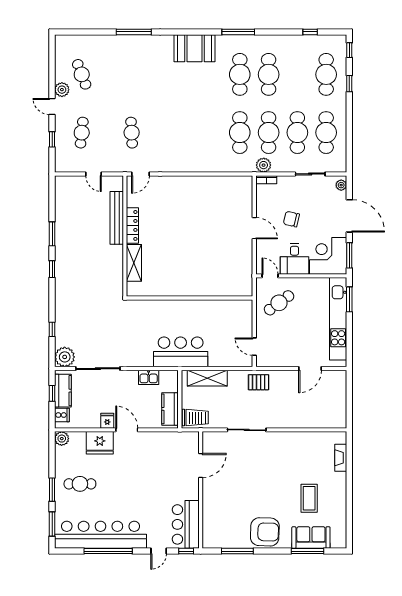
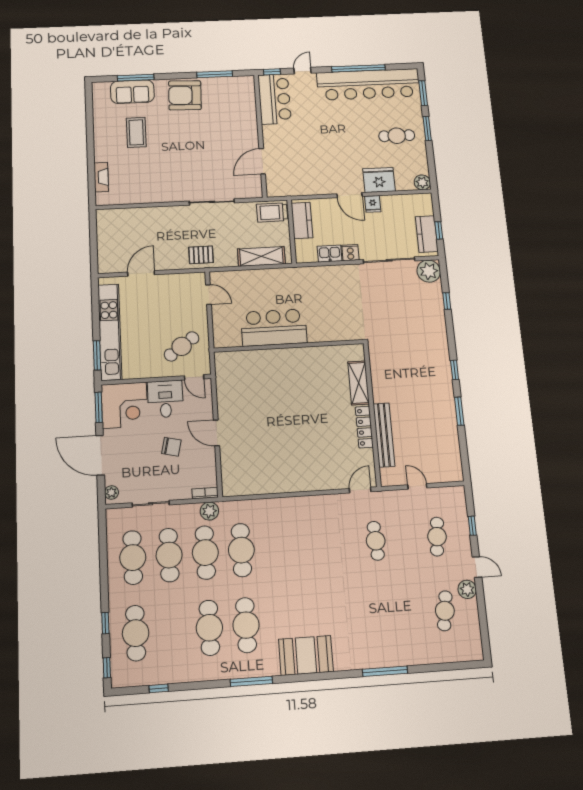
cafe table: (82, 74) -> (445, 611), turned 30
bar counter: (181, 352) -> (274, 328), moved, turned 180
cooker: (62, 415) -> (350, 253), moved, turned 90

